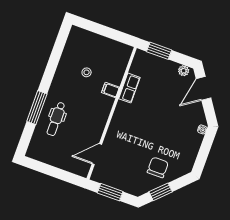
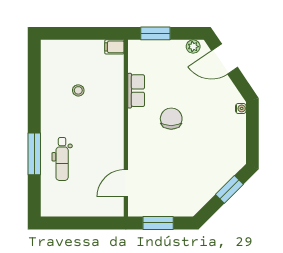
door: (204, 88) -> (225, 59), hinge flipped
filing cabinet: (110, 90) -> (114, 47), moved
chair: (158, 167) -> (171, 119), moved
window: (161, 192) -> (229, 189), moved

